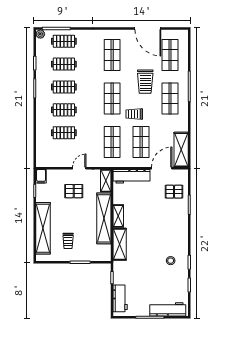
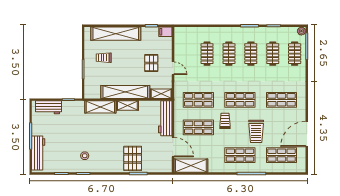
trolley: (145, 82) -> (256, 131), turned -90
pallet: (174, 192) -> (133, 158), moved, width x1.50, depth x1.42

